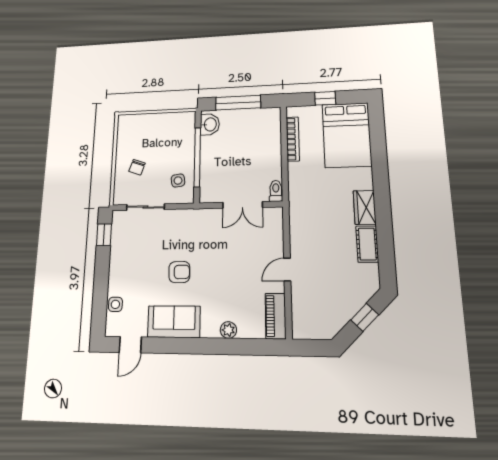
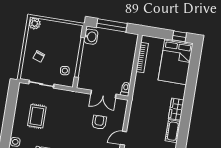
window: (325, 98) -> (179, 36), moved
plant: (126, 123) -> (35, 23), added
window: (104, 235) -> (12, 97), removed
rug: (144, 258) -> (37, 116), added
armchair: (179, 272) -> (99, 122), moved, turned -89

